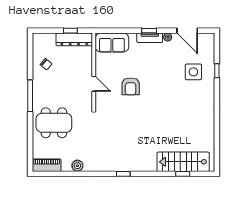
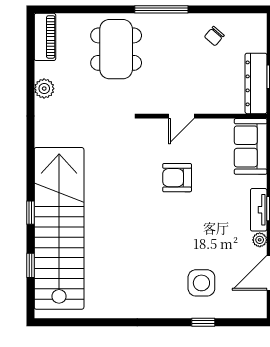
stairs: (183, 162) -> (59, 228), width x1.86, depth x1.51
window: (123, 174) -> (30, 213), moved

